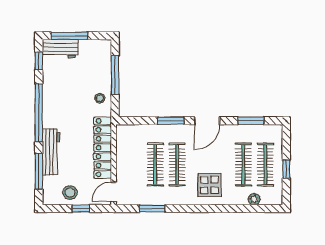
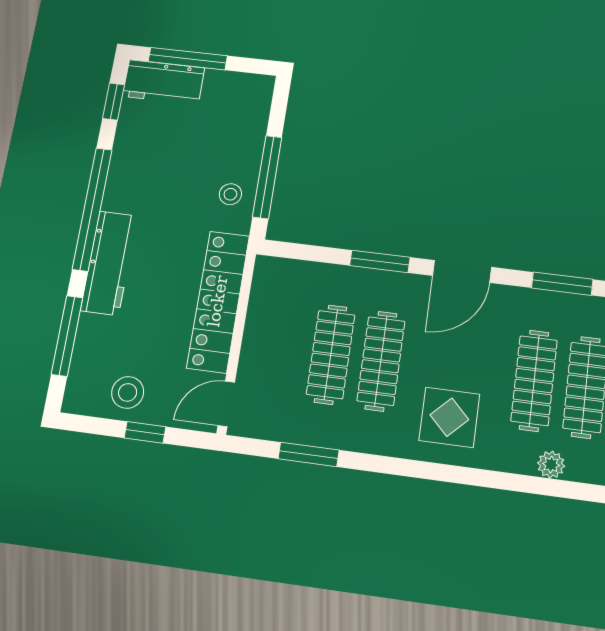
window: (115, 75) -> (267, 177), moved
workbench: (51, 152) -> (109, 263), moved

